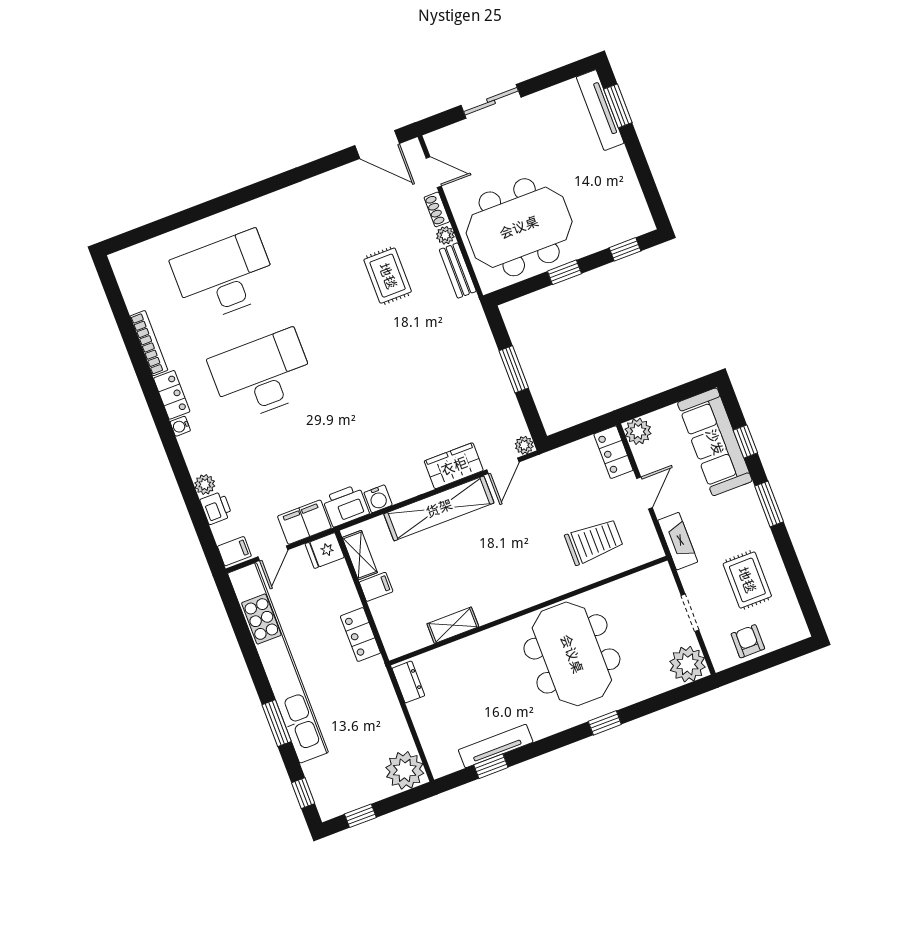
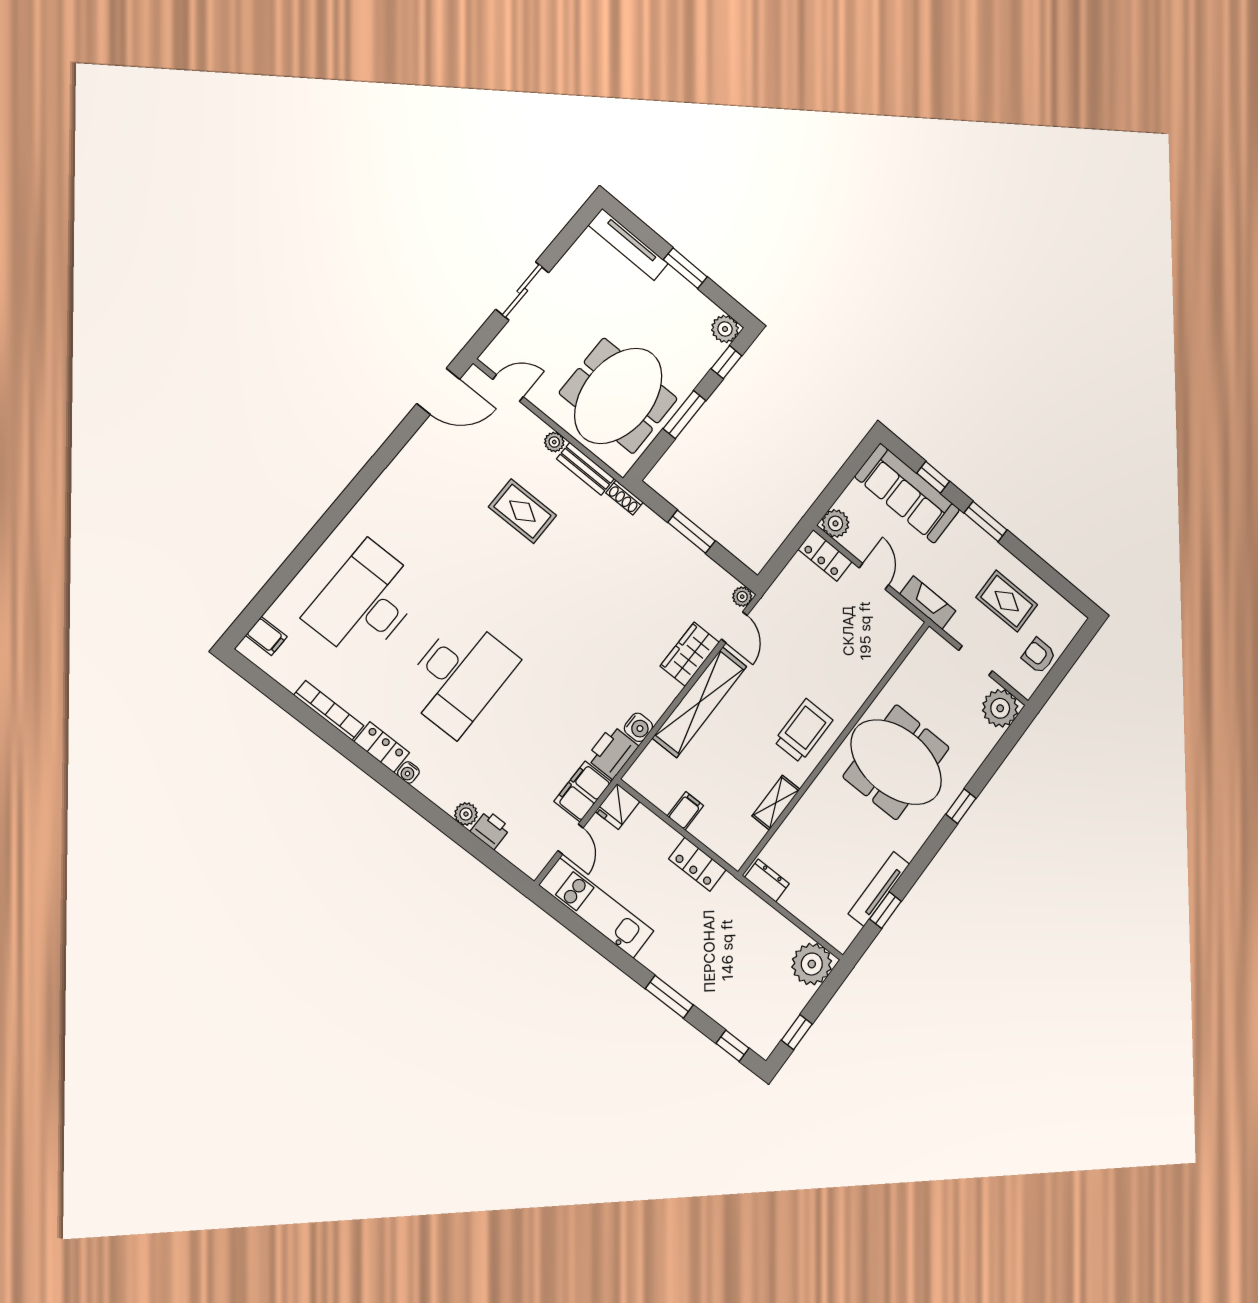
window: (618, 106) -> (685, 268), moved
shoe rack: (437, 209) -> (624, 498), moved
plant: (640, 222) -> (725, 329), added
window: (564, 272) -> (684, 415), width x1.50
desk: (262, 375) -> (459, 676), turned 180
trolley: (594, 542) -> (803, 731), moved
filing cabinet: (234, 551) -> (266, 636), moved, turned 90
shelving: (360, 555) -> (653, 791), removed
kitchen unit: (278, 663) -> (596, 908), width x0.54

